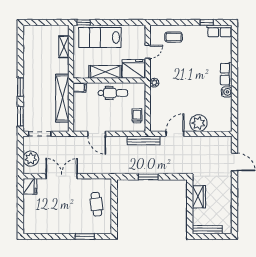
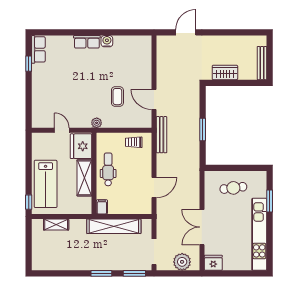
coffee table: (174, 37) -> (117, 97), moved
plant: (199, 123) -> (142, 73), removed
kitchen unit: (55, 227) -> (259, 234), added

